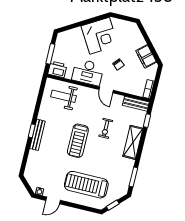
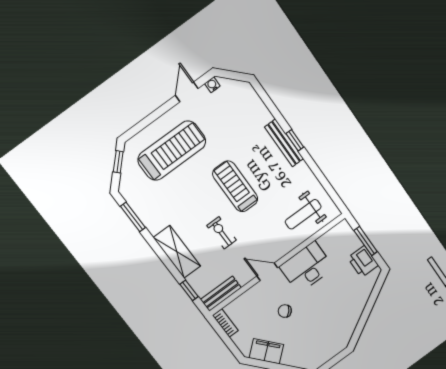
corner desk: (100, 36) -> (337, 316), removed
printer: (57, 69) -> (363, 262), moved, turned 90
weight bench: (63, 96) -> (303, 214), turned 180

